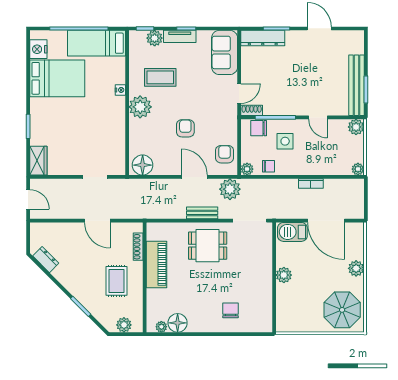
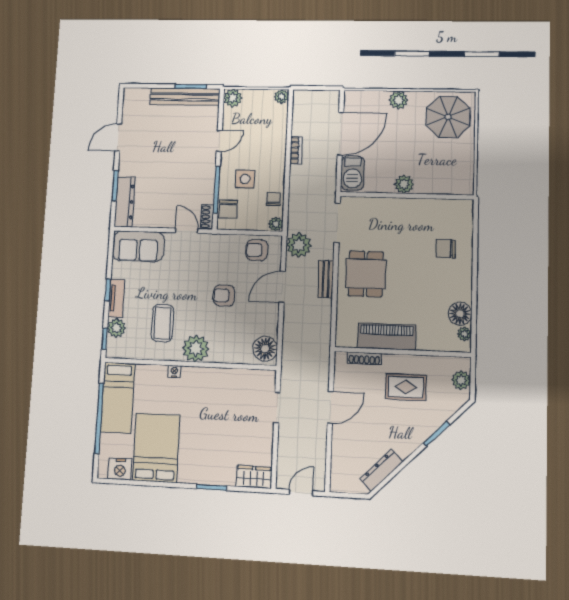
dresser: (46, 260) -> (381, 470), width x1.44

